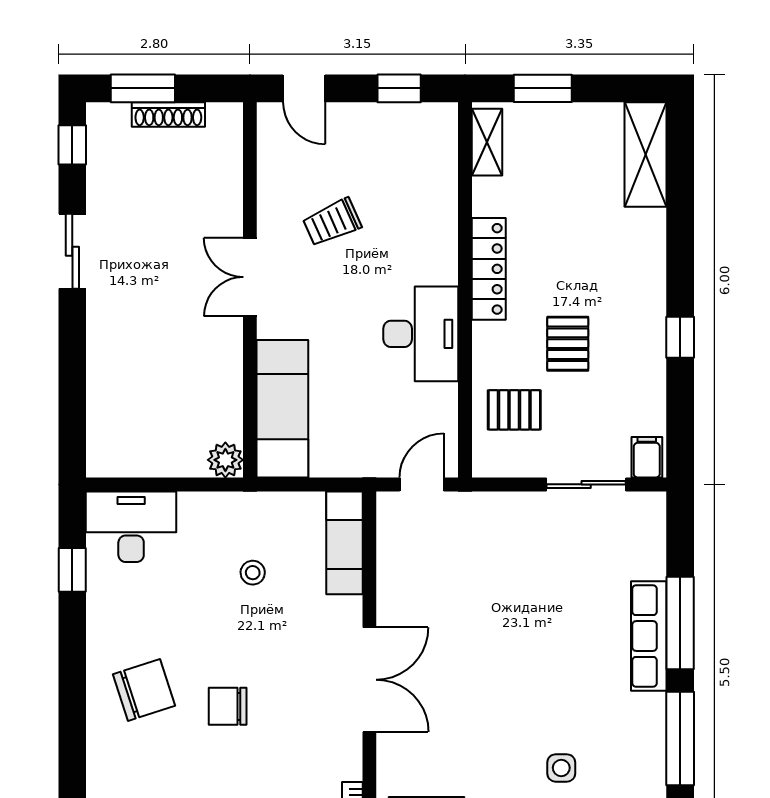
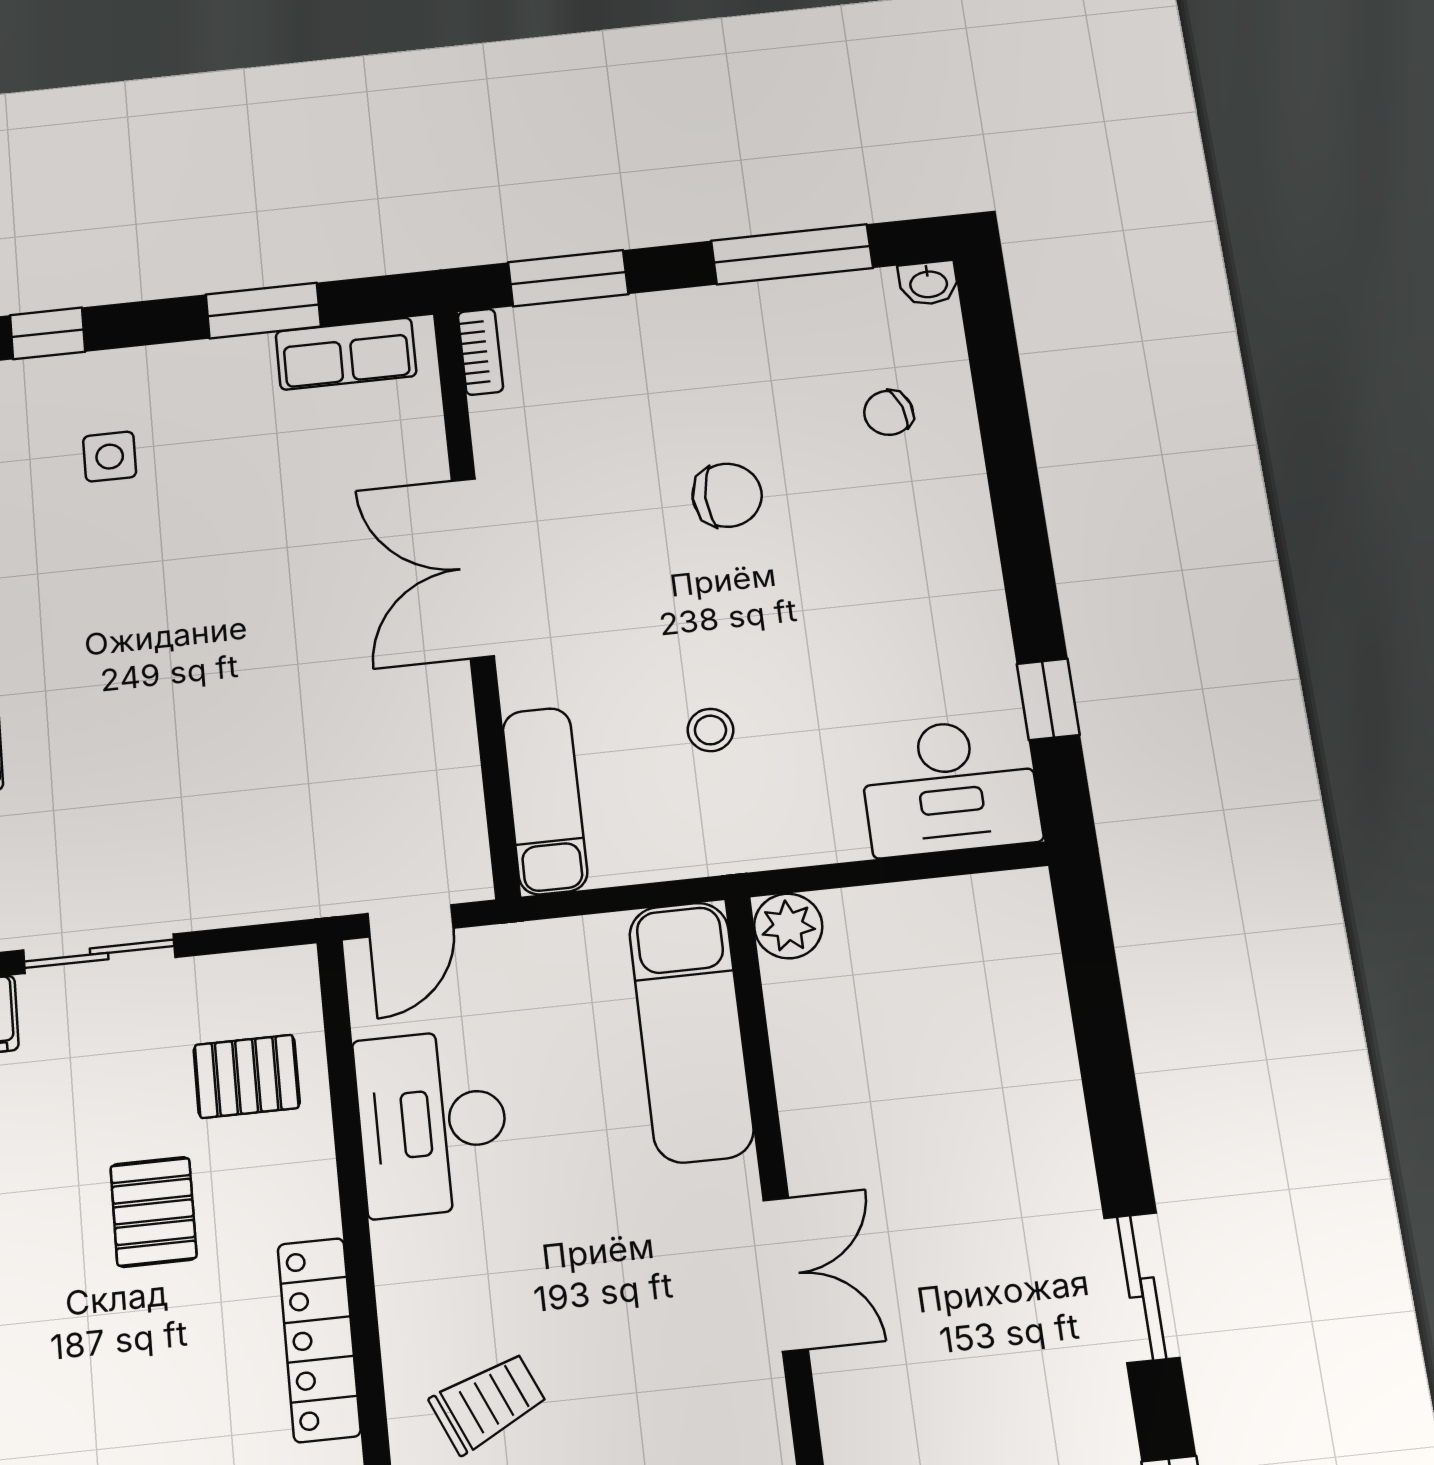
trolley: (332, 222) -> (488, 1403), moved
desk: (421, 334) -> (432, 1123), moved
chair: (144, 690) -> (889, 413), moved, width x0.54, depth x0.54

